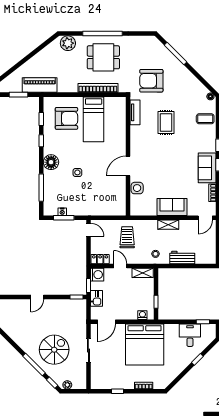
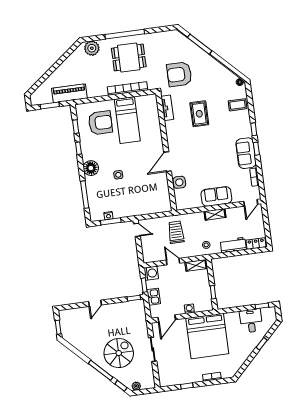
locker: (100, 259) -> (256, 244), moved
washing machine: (142, 315) -> (189, 309), moved

